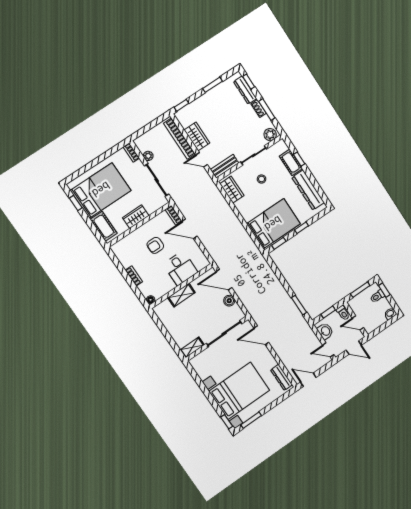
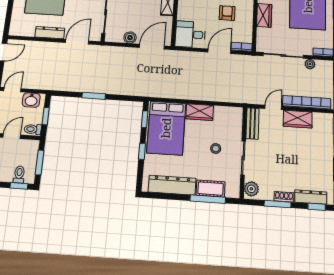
window: (299, 159) -> (208, 199), width x2.17
wardrobe: (232, 190) -> (200, 112), moved
desk: (180, 268) -> (190, 34), moved
window: (299, 305) -> (94, 96), moved
dresser: (282, 377) -> (50, 33), moved

